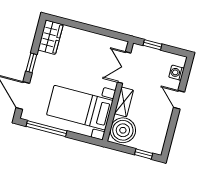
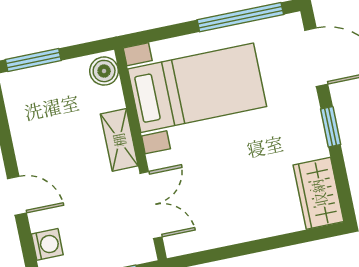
boiler: (123, 130) -> (104, 71), width x0.54, depth x0.54
window: (144, 154) -> (33, 60), width x1.50

